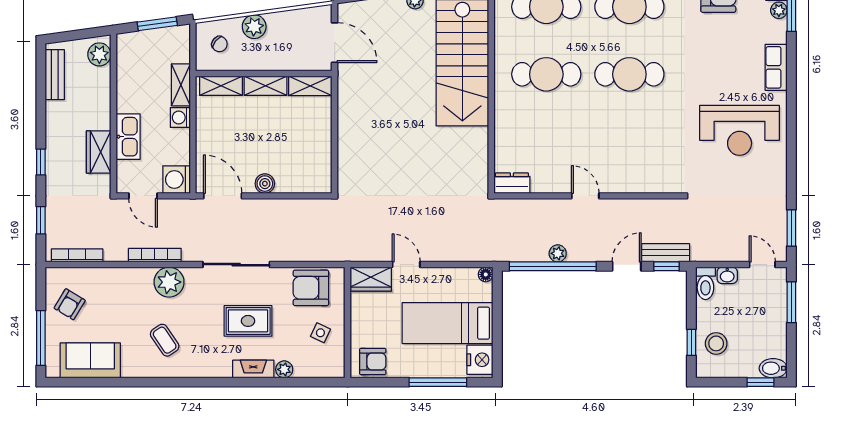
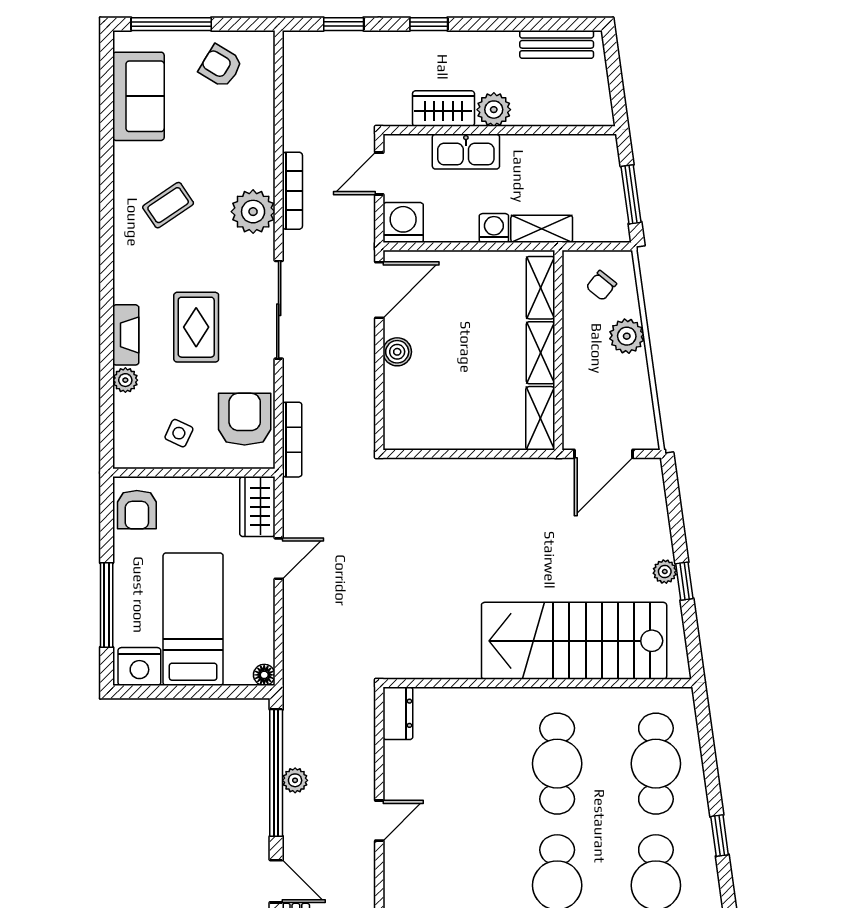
plant: (99, 54) -> (494, 110), moved
bookcase: (77, 255) -> (292, 440), moved

